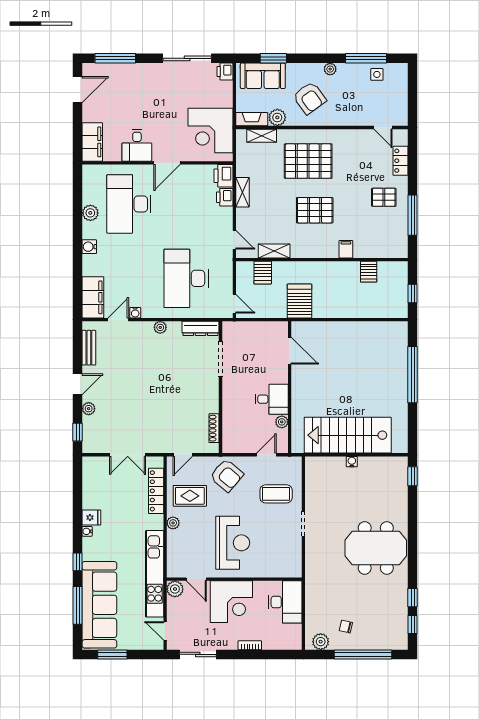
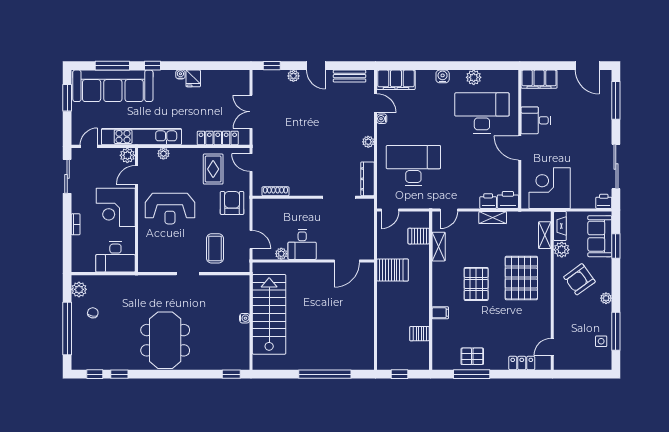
pallet: (384, 197) -> (472, 356), moved, turned 90
armchair: (227, 475) -> (232, 203), turned 140
plant: (173, 523) -> (163, 154), moved

